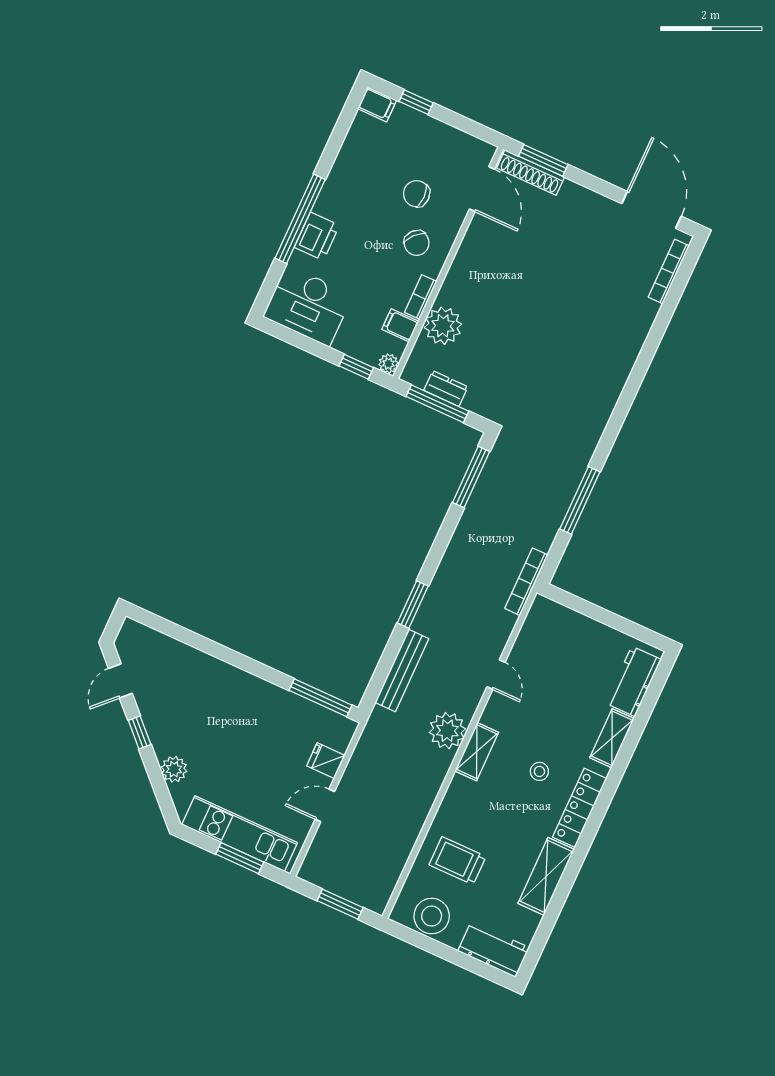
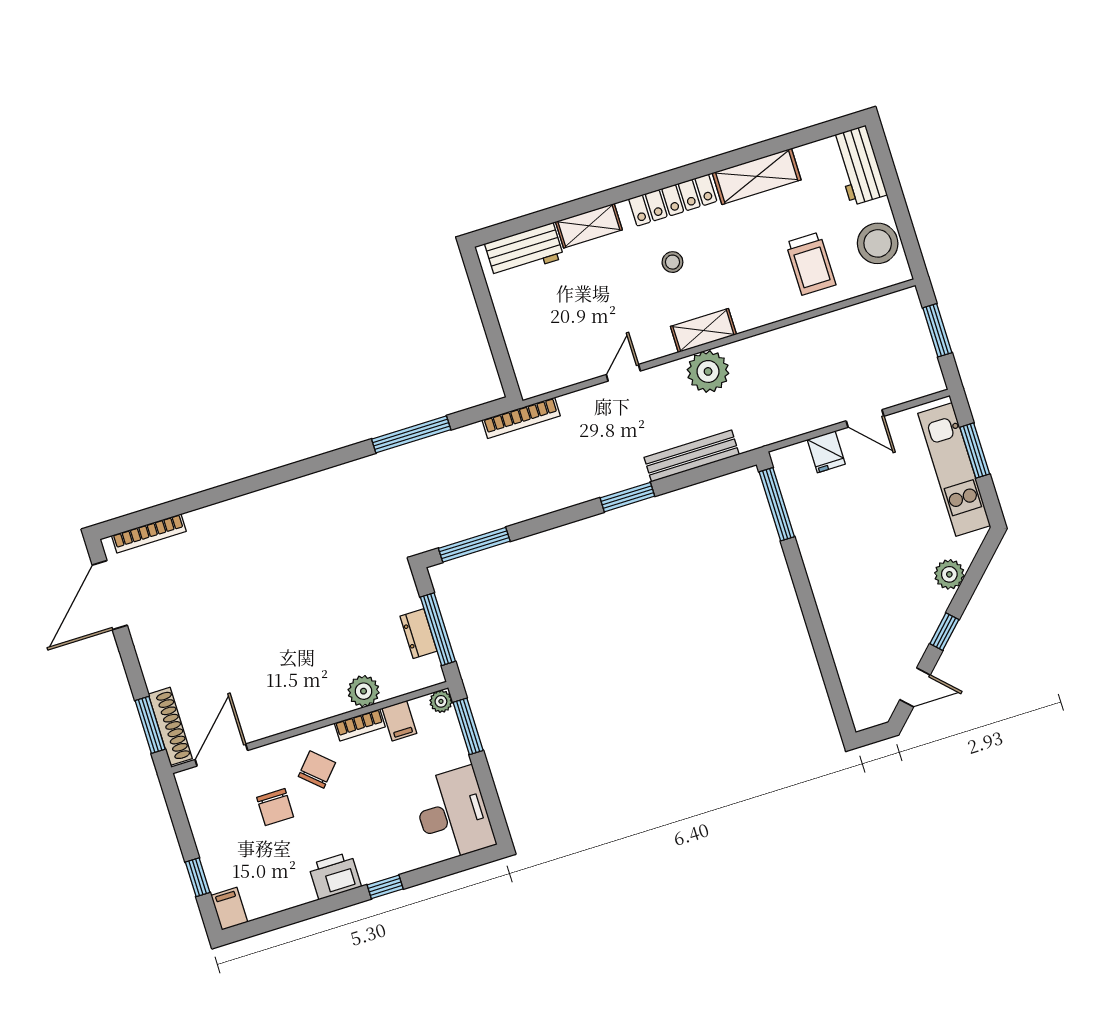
window: (300, 219) -> (385, 887), width x0.32
printer: (317, 236) -> (335, 876), moved
plant: (443, 326) -> (364, 691), width x0.73, depth x0.73
window: (356, 367) -> (468, 726), width x1.50

